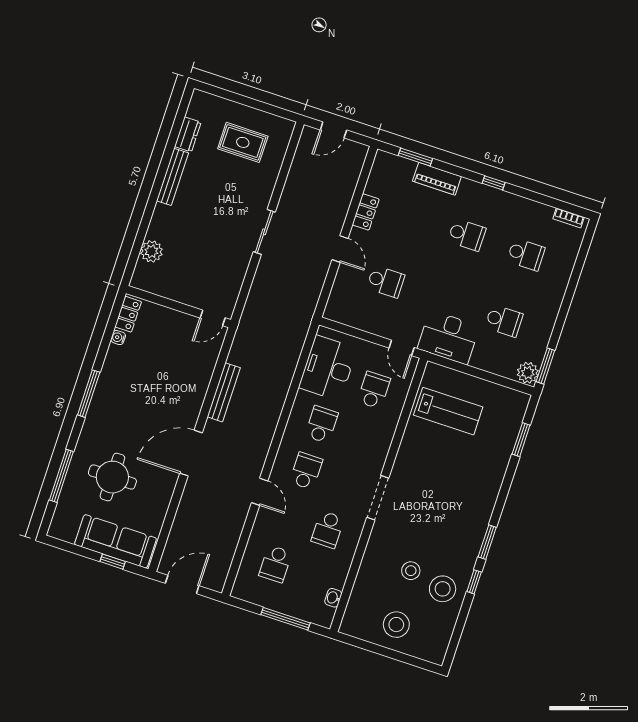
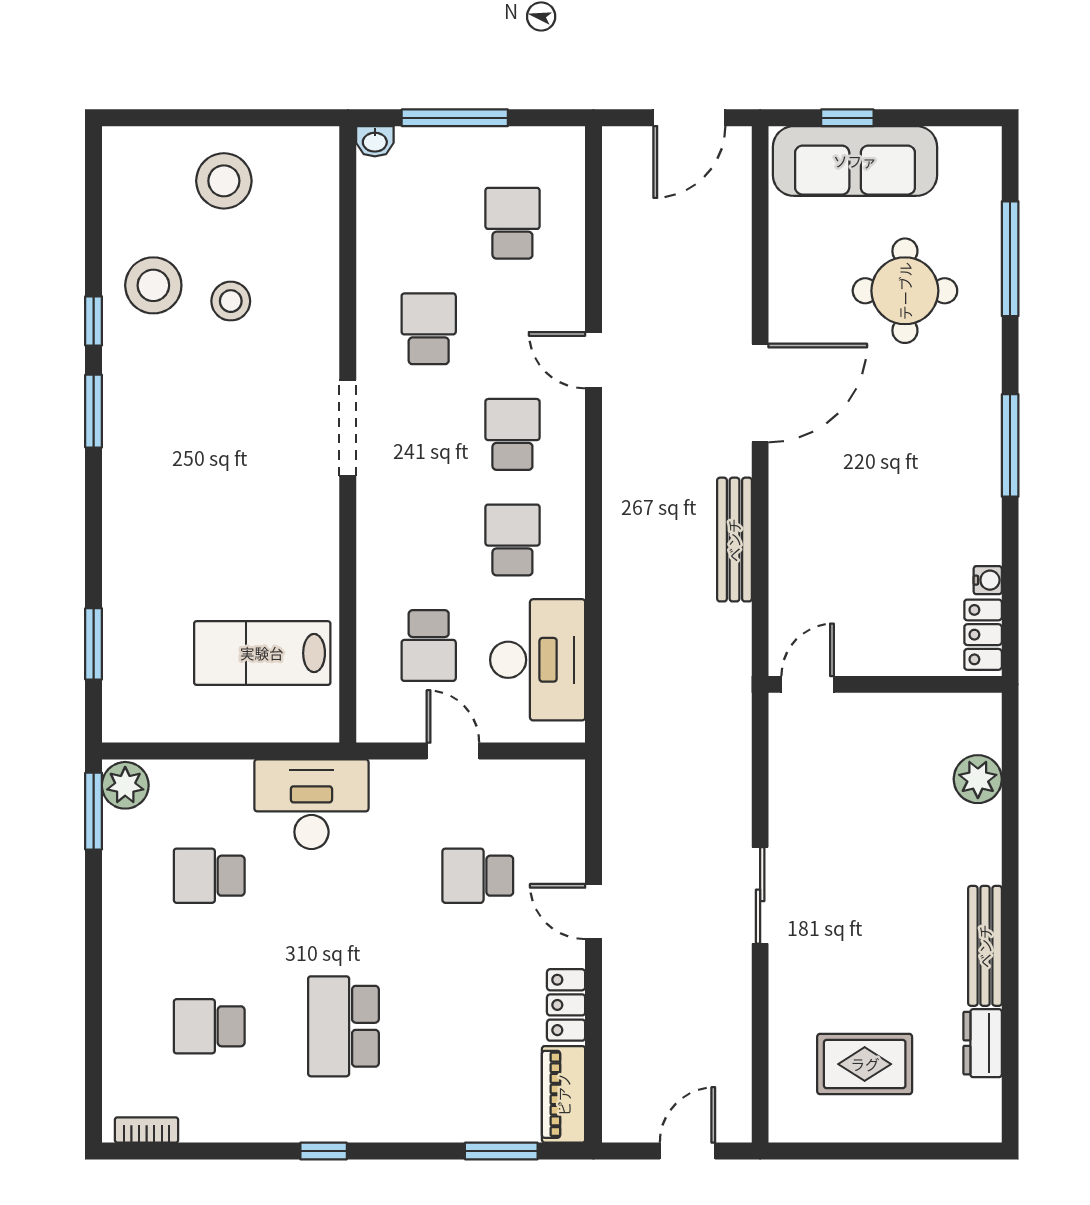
piano: (437, 179) -> (564, 1094), moved, turned -90
school desk: (467, 235) -> (344, 1026), width x1.85
door: (402, 348) -> (453, 751), moved
school desk: (322, 424) -> (512, 540), turned 180
school desk: (306, 471) -> (512, 434), turned 180
washbasin: (333, 598) -> (375, 141), moved, turned 90

